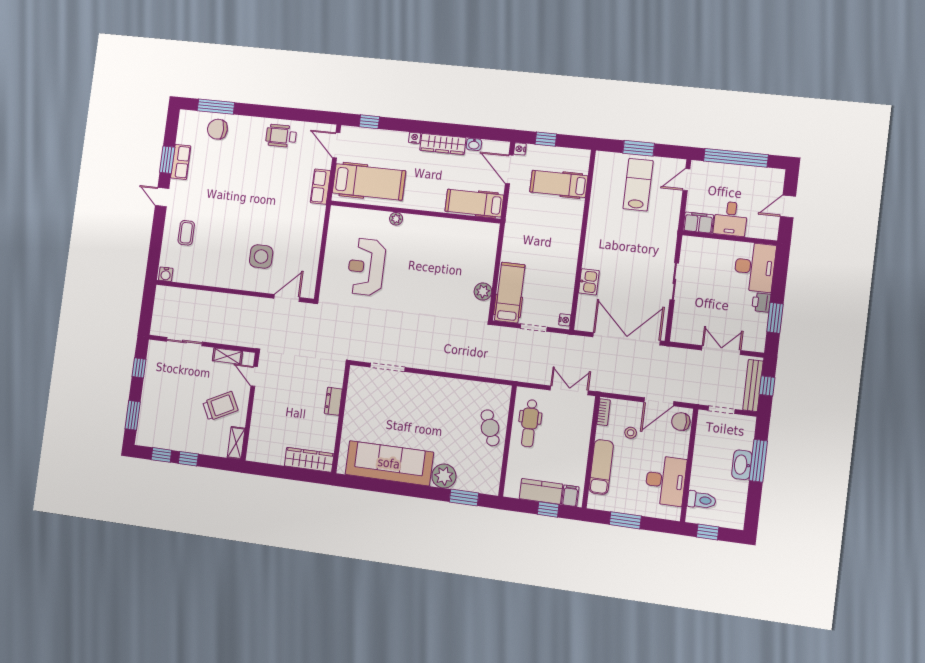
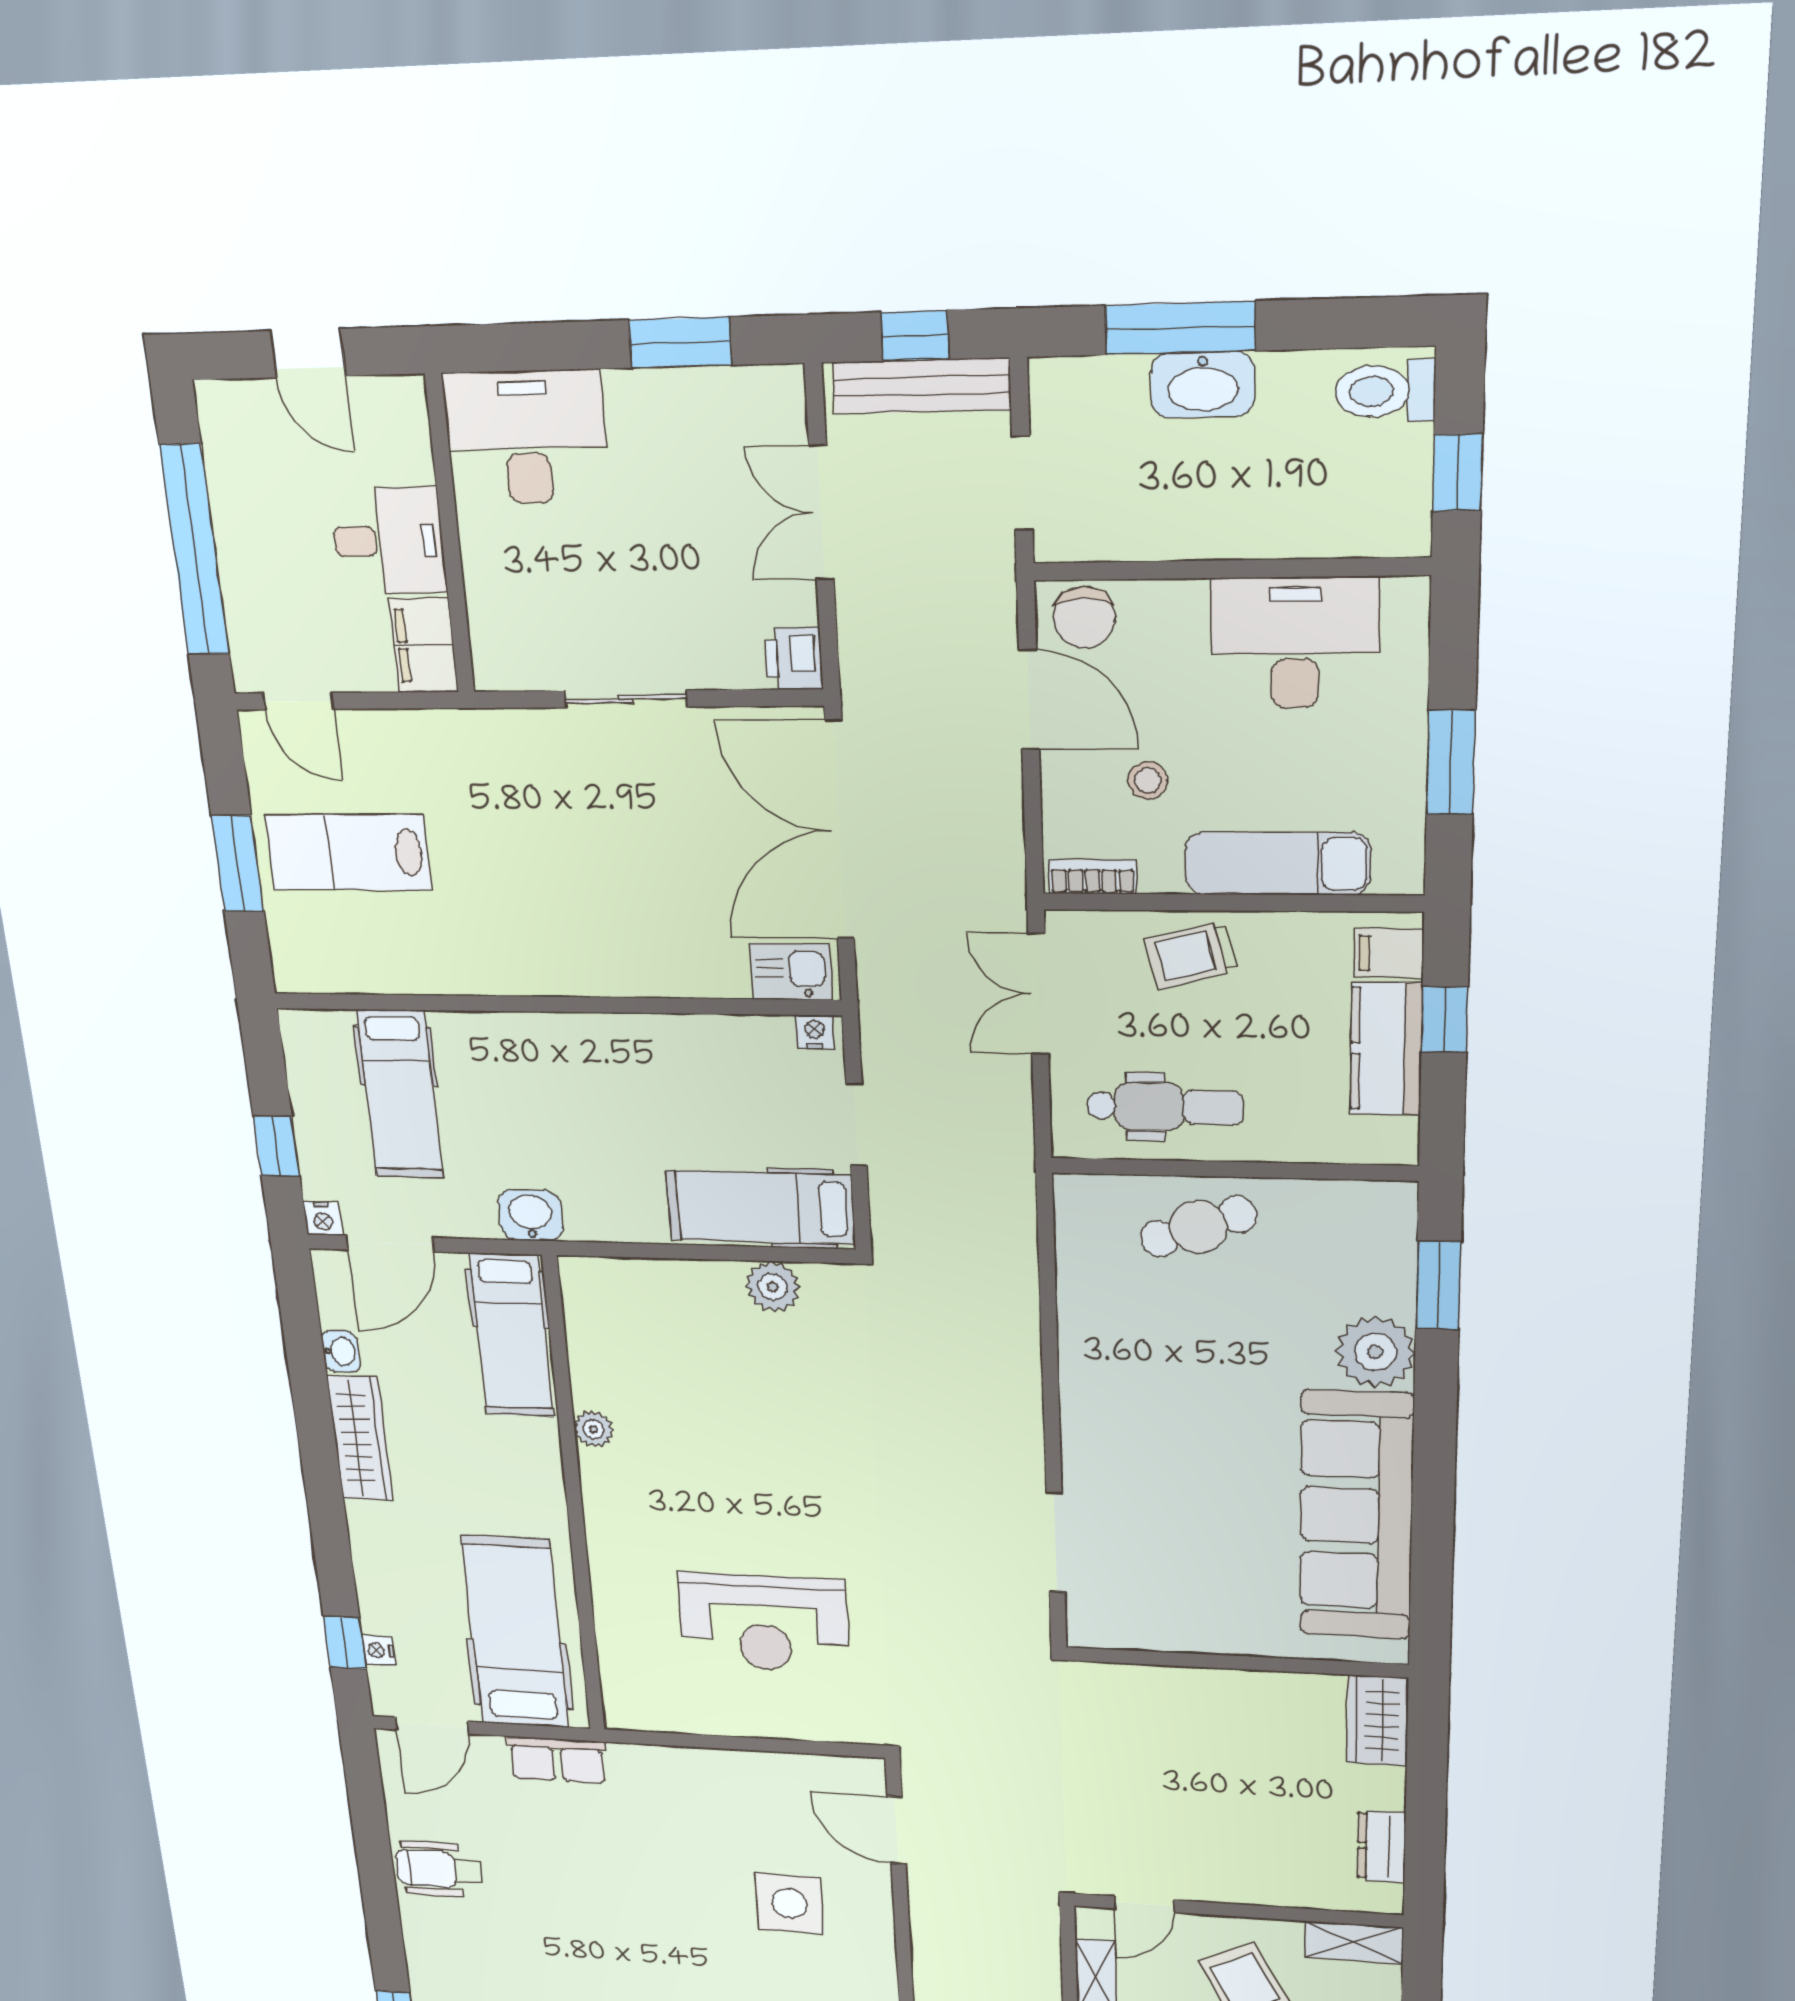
wheelchair: (281, 136) -> (439, 1869), turned 90
nightstand: (415, 138) -> (378, 1651), moved
washbasin: (514, 218) -> (531, 1215), added
plant: (396, 219) -> (593, 1429), moved
kitchen sink: (589, 282) -> (791, 971), moved
printer: (761, 302) -> (794, 659), moved, turned 90
dresser: (333, 401) -> (1382, 1846), moved, turned 90
trolley: (576, 438) -> (1191, 955), added
wardrobe: (309, 460) -> (1378, 1721), width x0.67
toilet: (702, 500) -> (1385, 391), moved, turned -90

